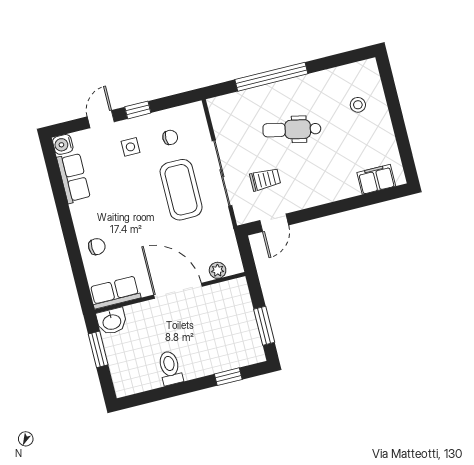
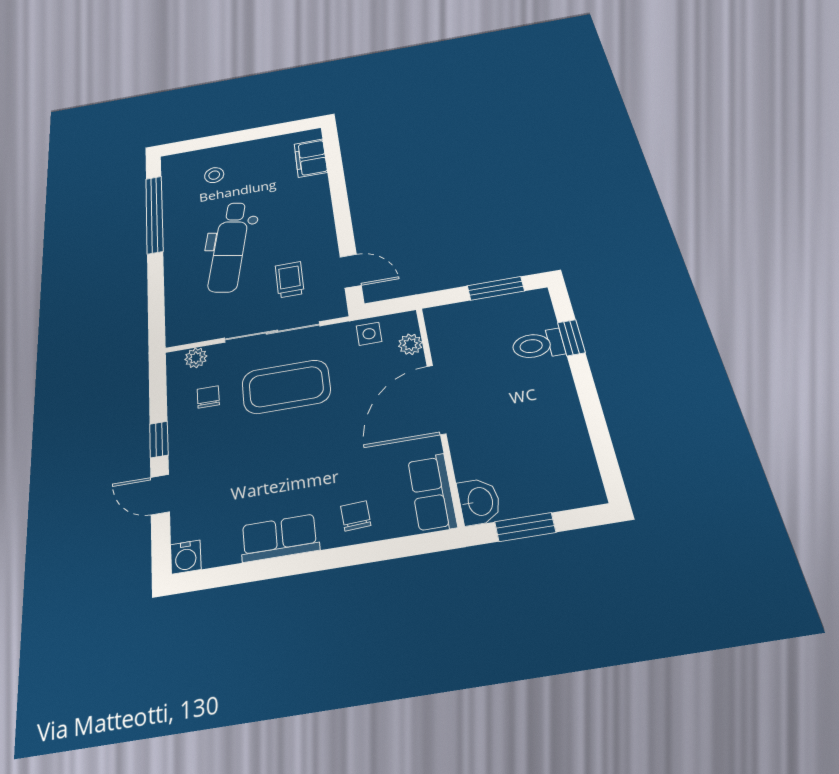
window: (271, 77) -> (154, 214), moved
plant: (199, 123) -> (196, 358), added
dental chair: (292, 129) -> (229, 246), width x1.36, depth x1.38
side table: (130, 147) -> (369, 334), moved
row of seats: (74, 178) -> (280, 538), moved
toilet: (170, 368) -> (538, 345), moved

